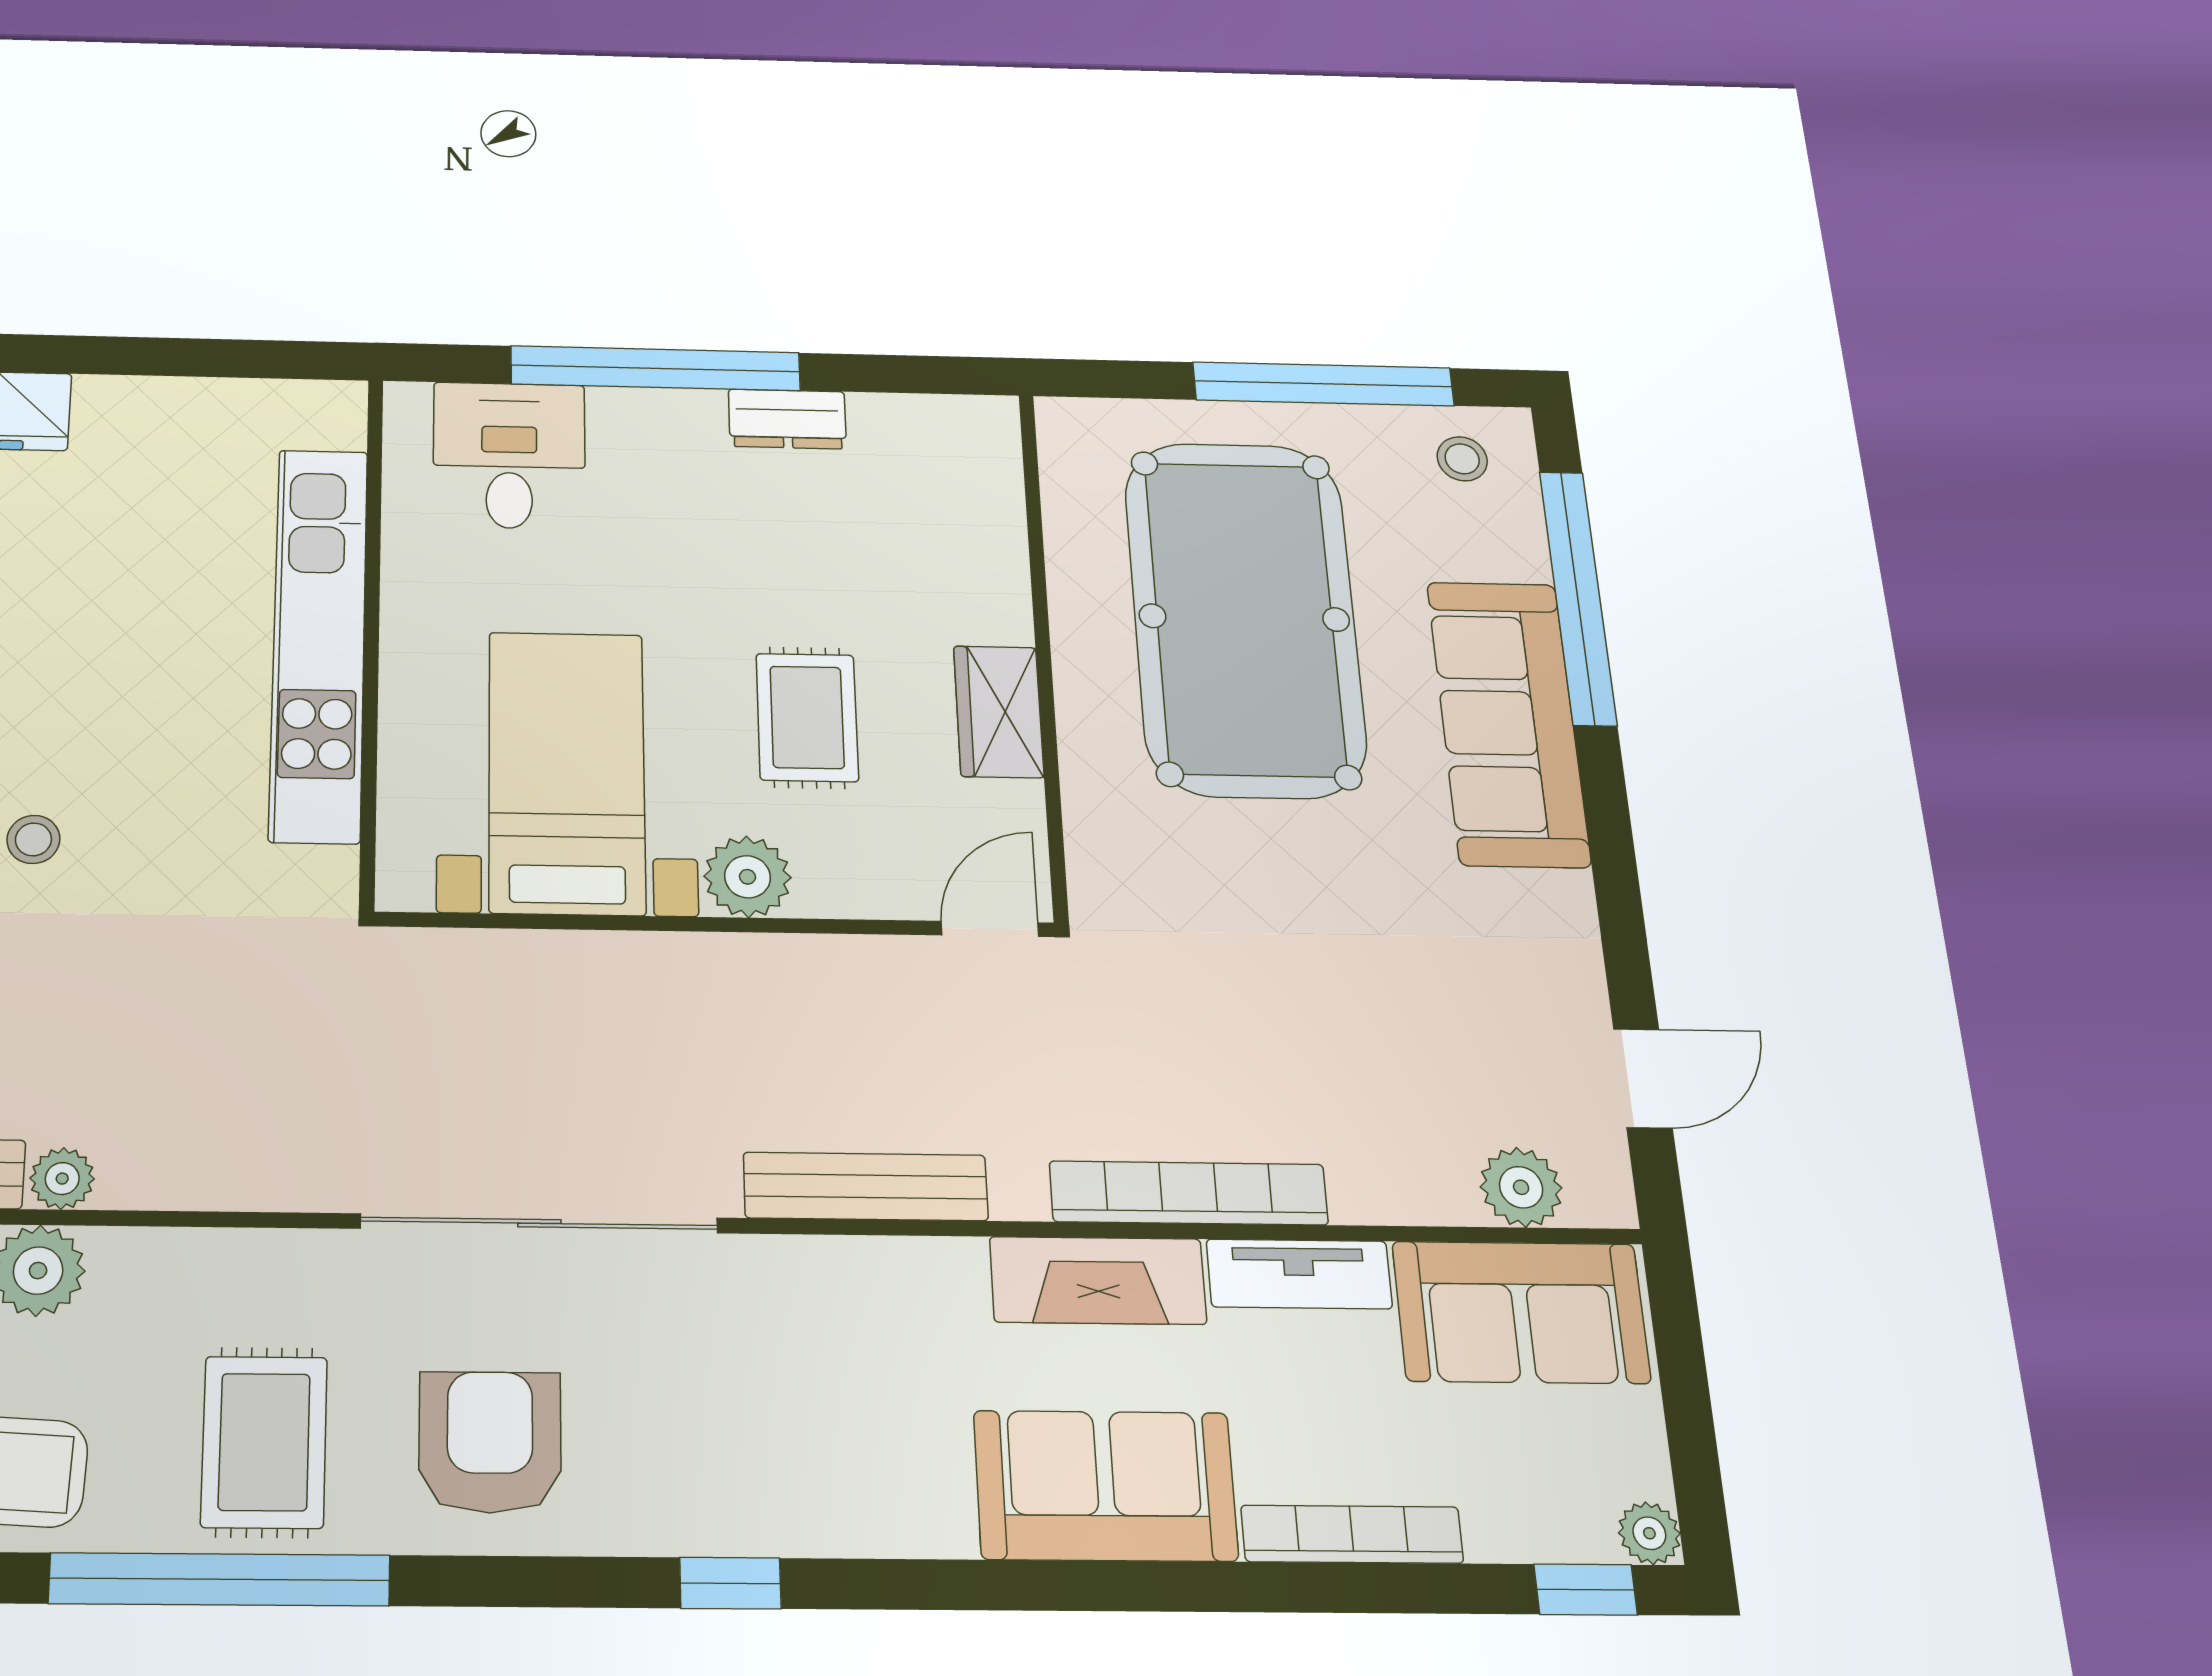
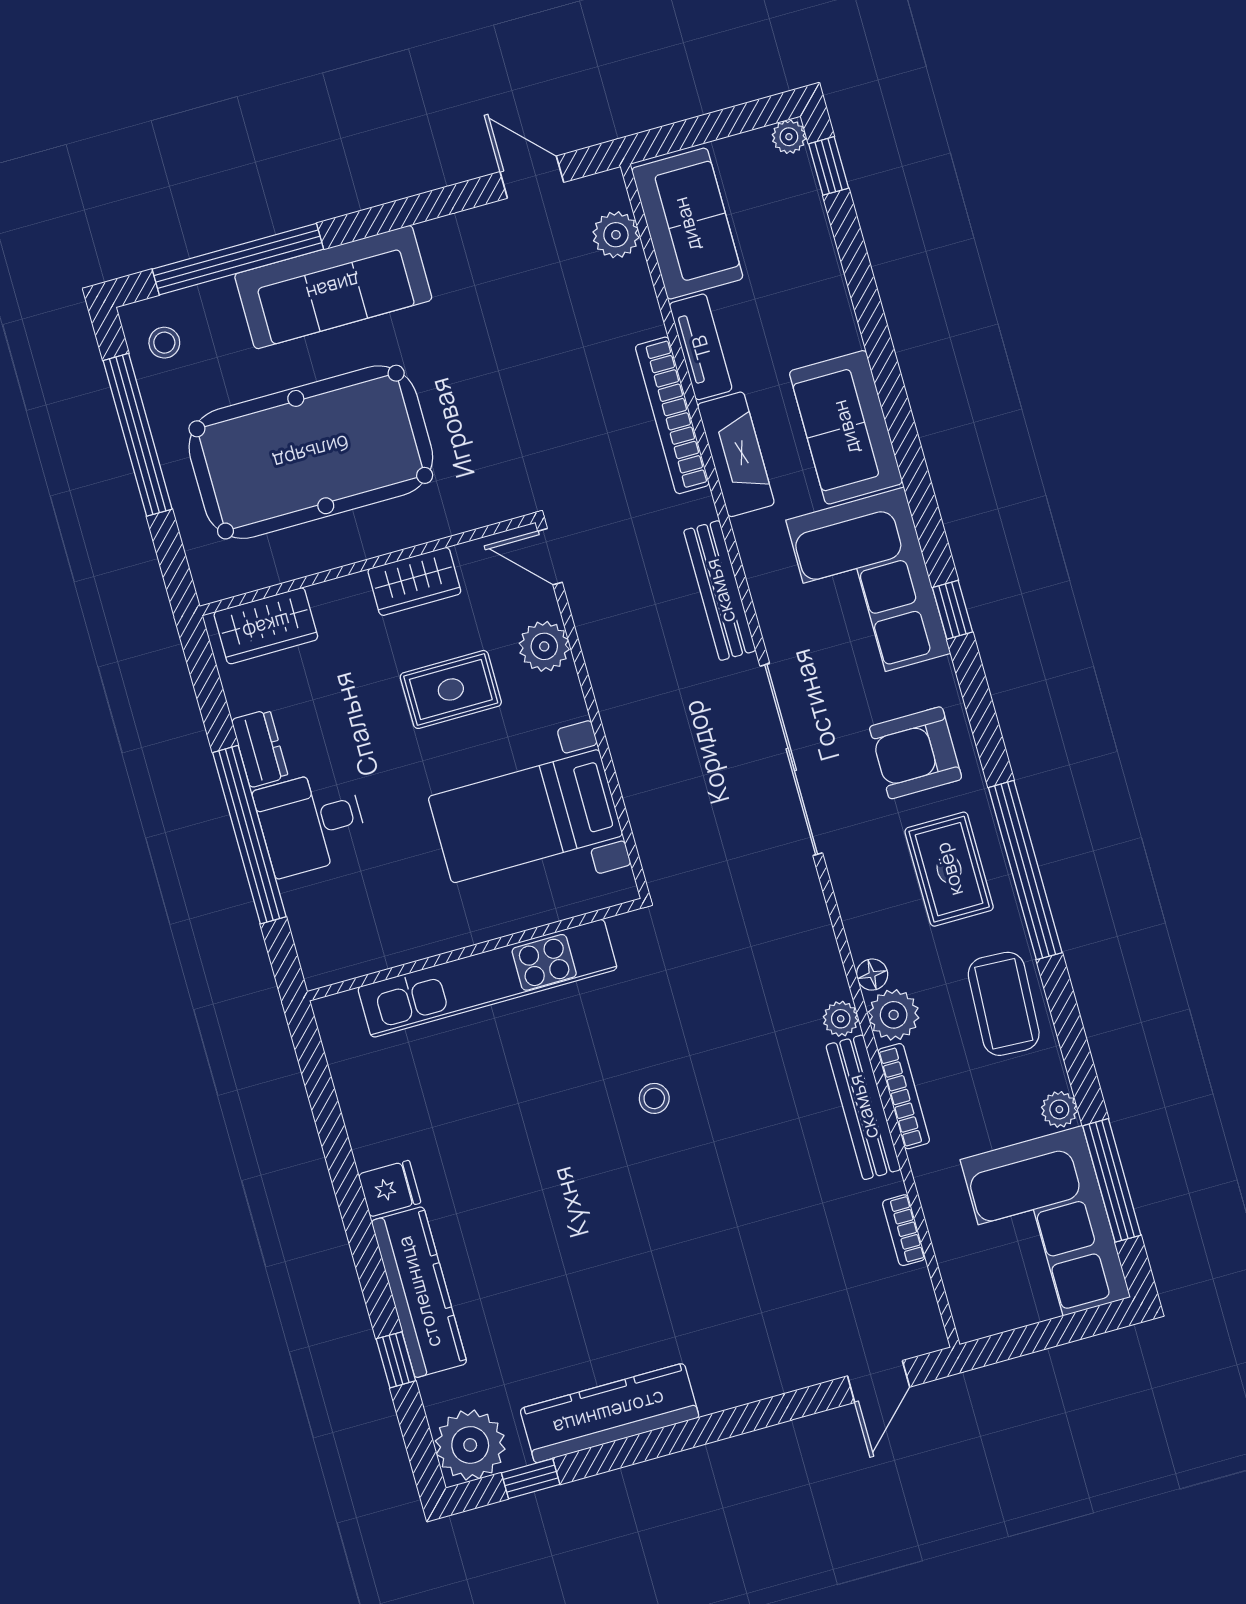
desk: (509, 455) -> (311, 822), moved
wardrobe: (980, 479) -> (266, 626), added
plant: (747, 877) -> (544, 646), moved
floor lamp: (121, 1254) -> (872, 975), added
rug: (264, 1442) -> (949, 869), turned 90
corner sofa: (810, 1443) -> (868, 587), added
bookcase: (1352, 1534) -> (834, 293), removed

